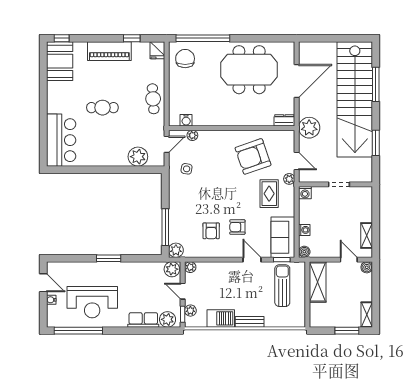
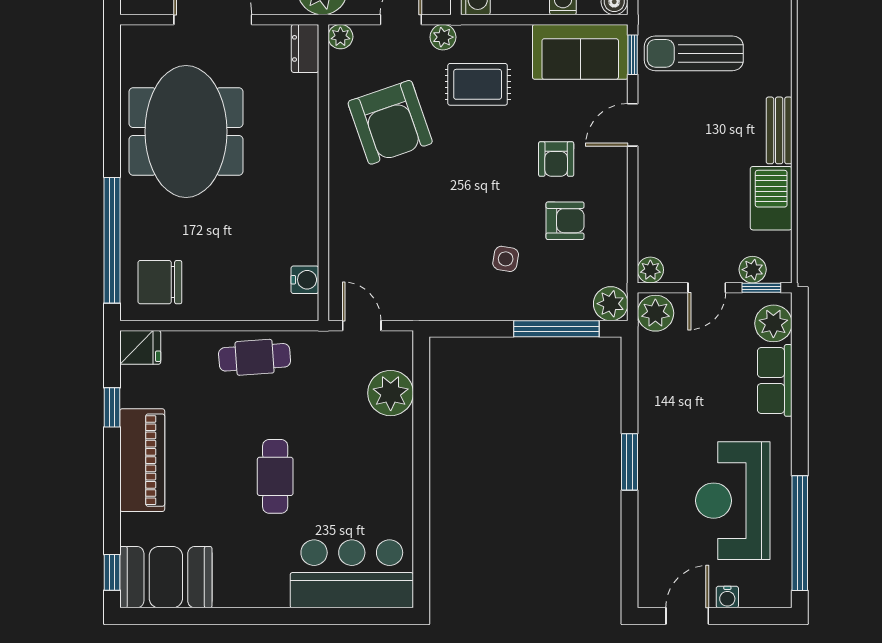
plant: (192, 135) -> (340, 37), moved
side table: (187, 169) -> (506, 259), moved
reception desk: (92, 302) -> (733, 501), turned 180

